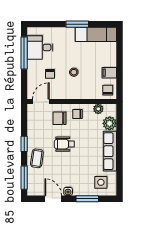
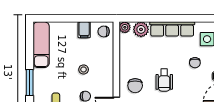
window: (77, 24) -> (30, 83), moved
plant: (98, 109) -> (125, 27), moved
chair: (77, 114) -> (195, 63), moved

